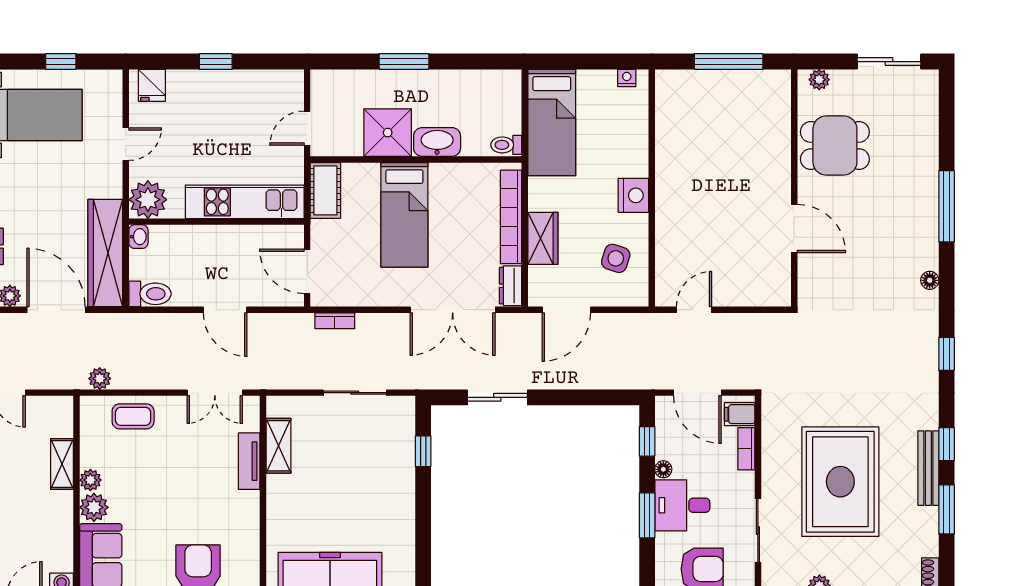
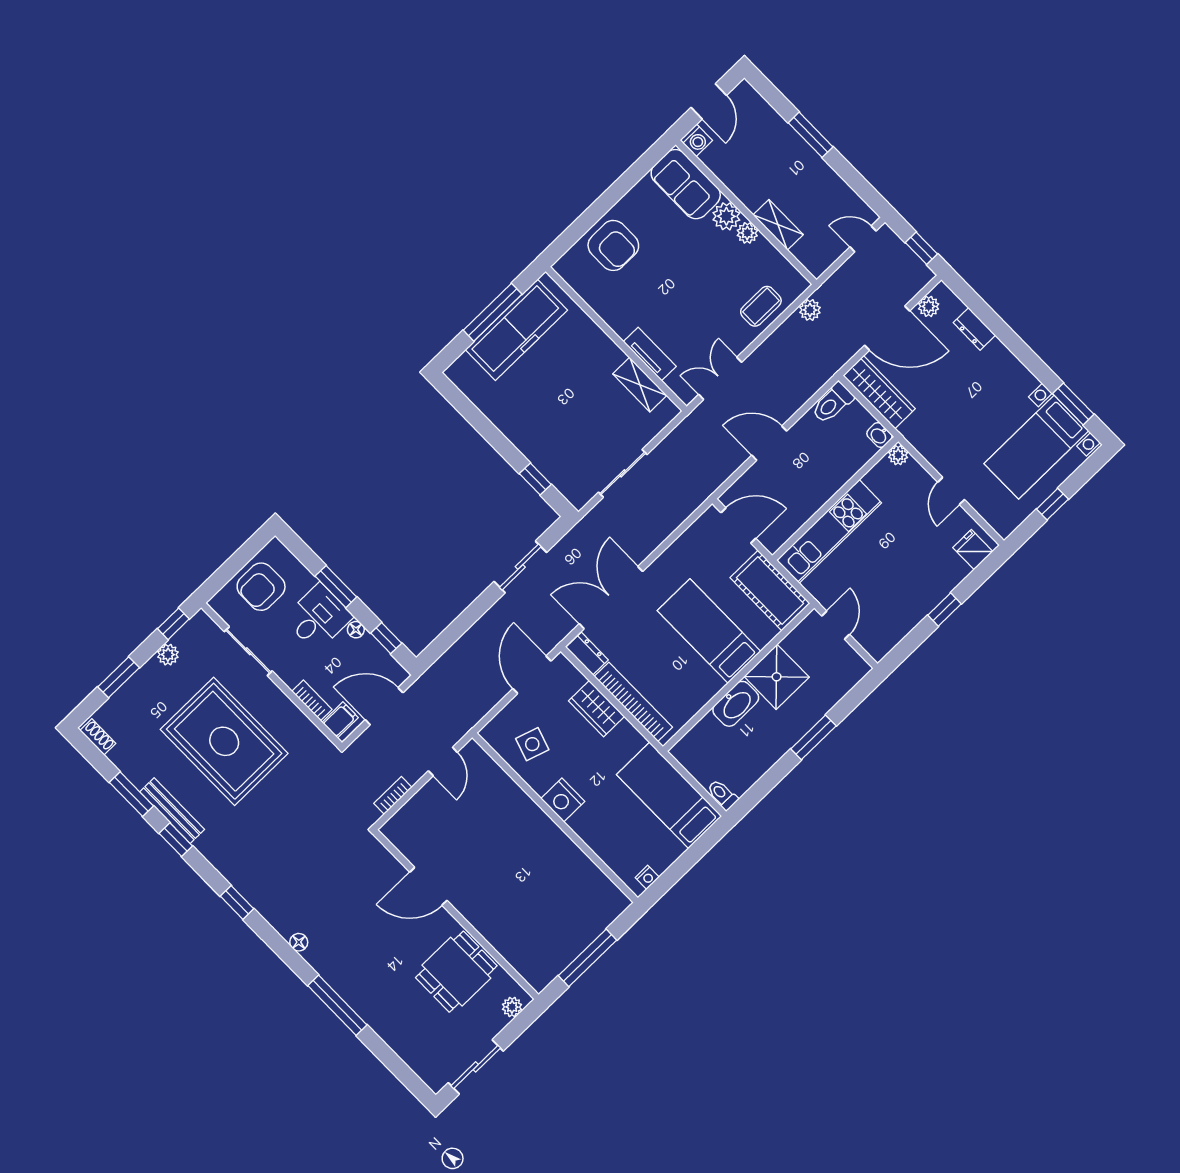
toilet: (506, 145) -> (722, 795), moved, turned -90
cot: (325, 190) -> (770, 591), width x1.37, depth x1.34
plant: (148, 200) -> (898, 455), width x0.53, depth x0.53
wardrobe: (105, 253) -> (879, 392), width x0.71, depth x0.85
bookcase: (335, 321) -> (393, 795), moved

